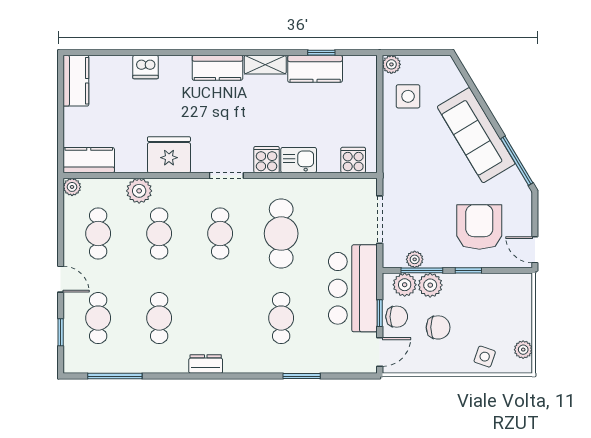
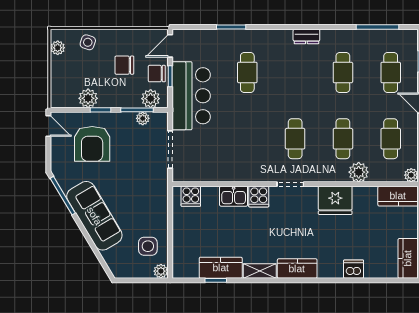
cafe table: (281, 234) -> (247, 139), removed
plant: (430, 285) -> (88, 98), moved

